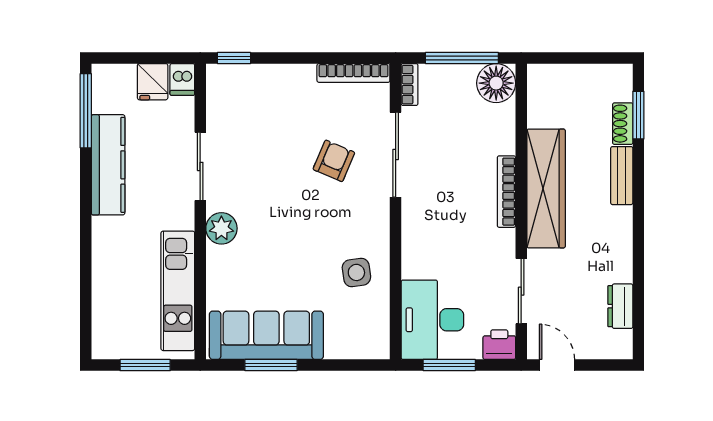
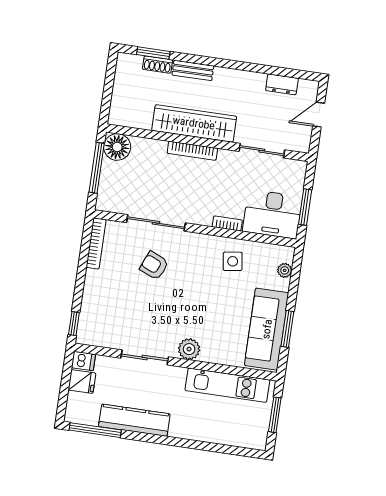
bookcase: (410, 85) -> (227, 223), moved
printer: (499, 345) -> (296, 171), removed
plant: (354, 349) -> (285, 270), added
door: (557, 365) -> (319, 115), moved

